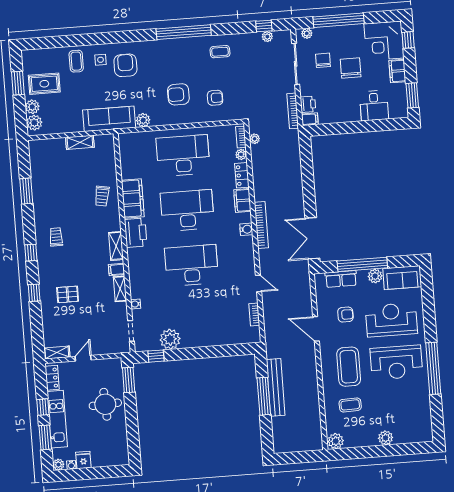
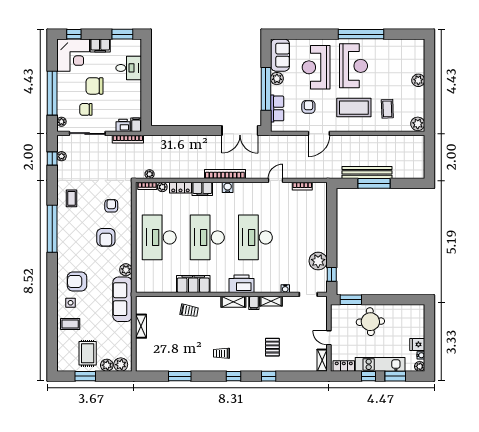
printer: (136, 233) -> (241, 284), moved

